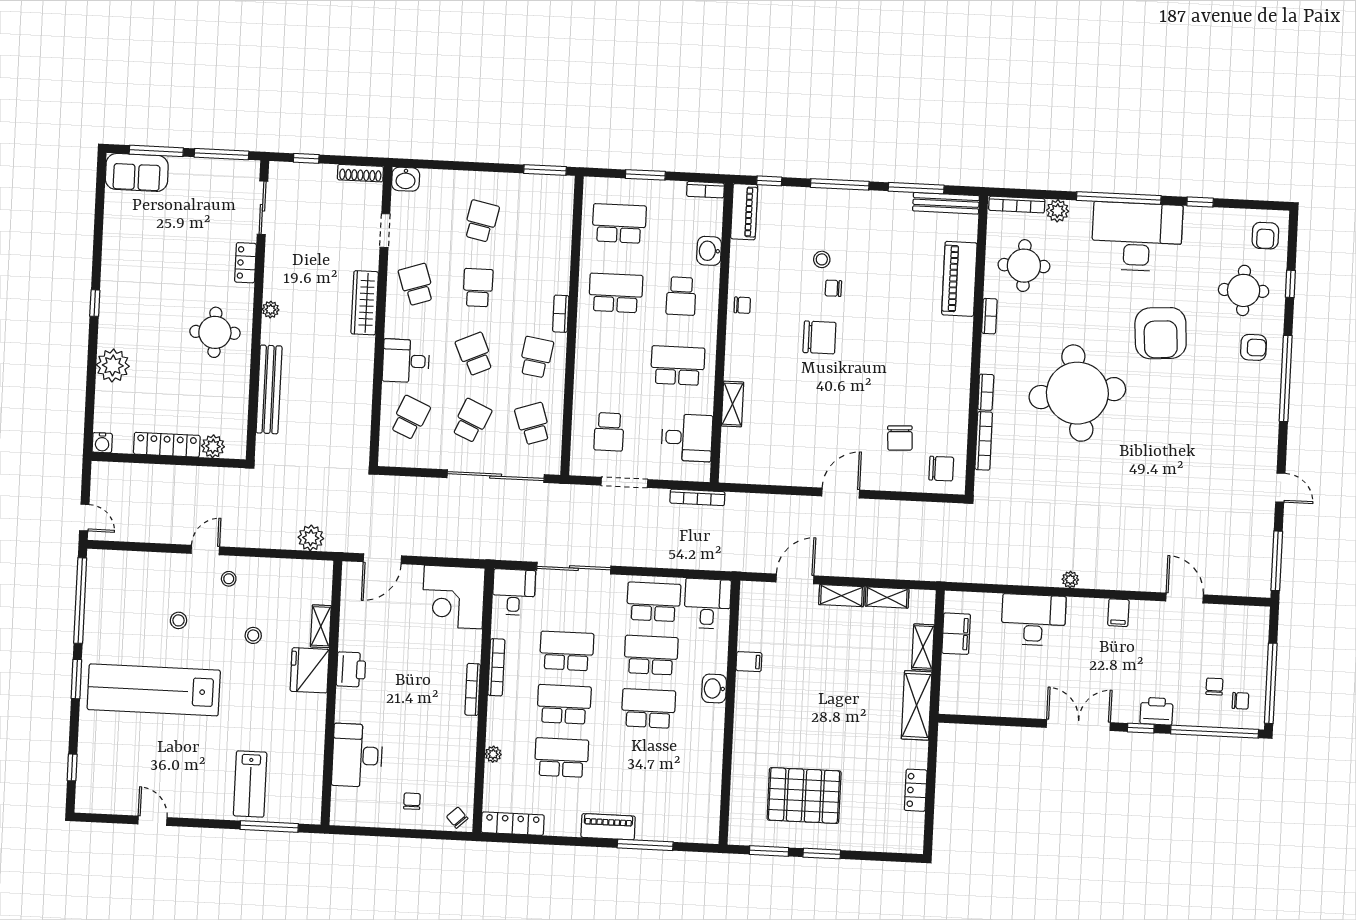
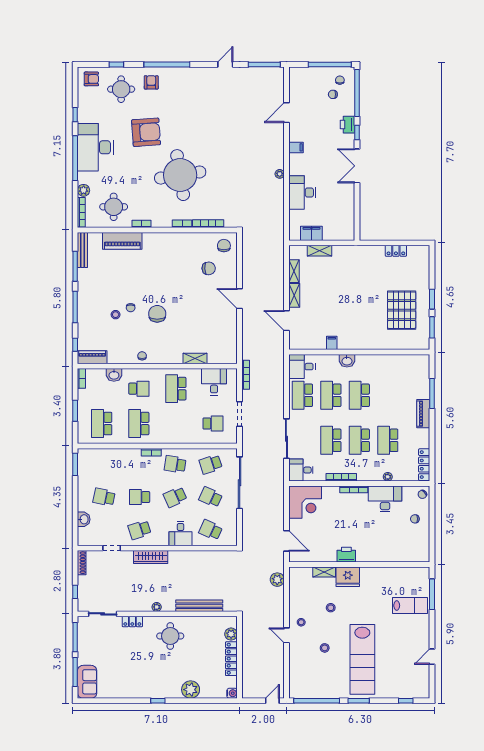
washbasin: (406, 179) -> (84, 519), moved
shelving: (917, 705) -> (351, 253), removed
desk: (357, 755) -> (385, 499), moved, turned 180

